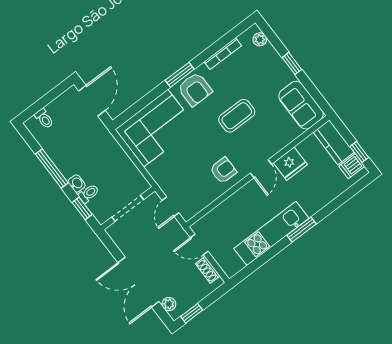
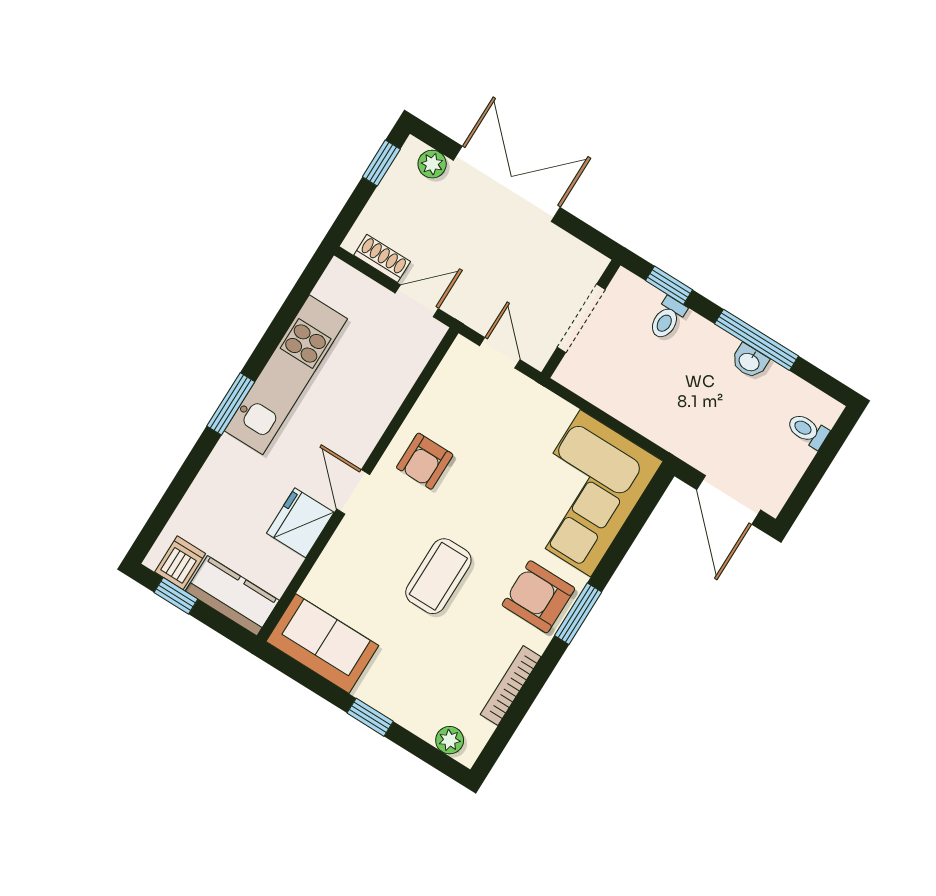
washbasin: (77, 183) -> (749, 361), moved

